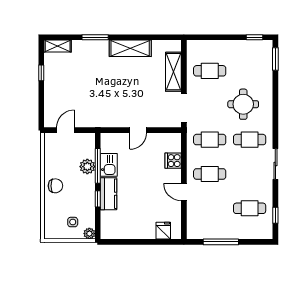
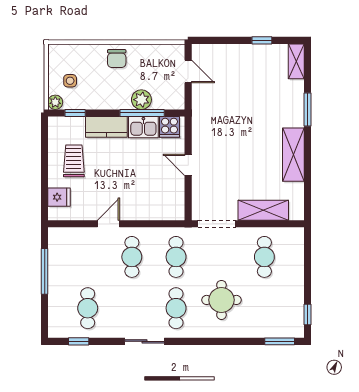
cooker: (173, 161) -> (169, 127), moved, turned 180
window: (98, 199) -> (75, 113), moved
trolley: (135, 219) -> (74, 161), added

